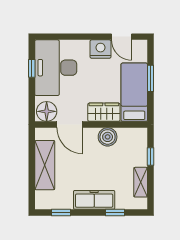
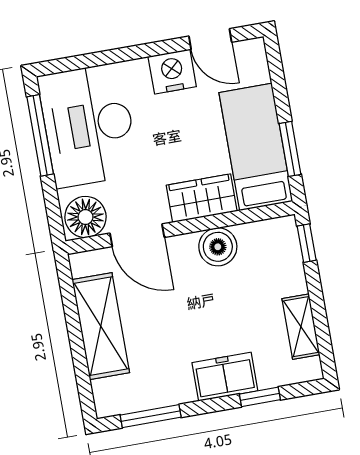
window: (32, 68) -> (40, 135), width x2.17
window: (151, 78) -> (290, 149), moved
window: (151, 156) -> (307, 243), moved
freezer: (94, 200) -> (225, 377), width x0.71
window: (61, 212) -> (151, 416), width x1.50

